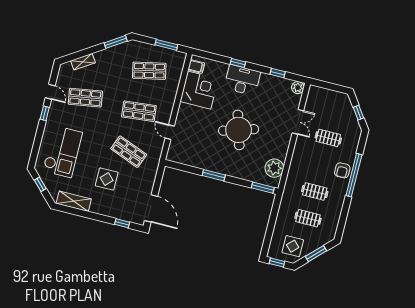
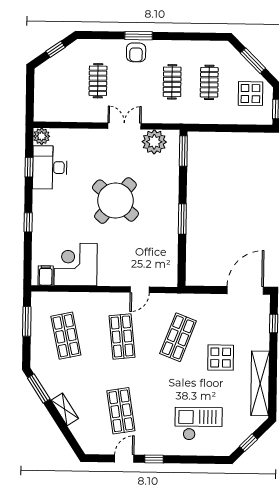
shelving: (83, 62) -> (65, 409), moved
desk: (242, 80) -> (50, 167), moved
double door: (298, 122) -> (124, 126), moved
round table: (239, 130) -> (115, 201), turned -33
checkout: (63, 152) -> (199, 424), width x0.73, depth x0.83
armchair: (342, 170) -> (136, 52), turned 90
window: (354, 175) -> (139, 36), width x0.47
shelving: (74, 201) -> (260, 383), width x1.47

